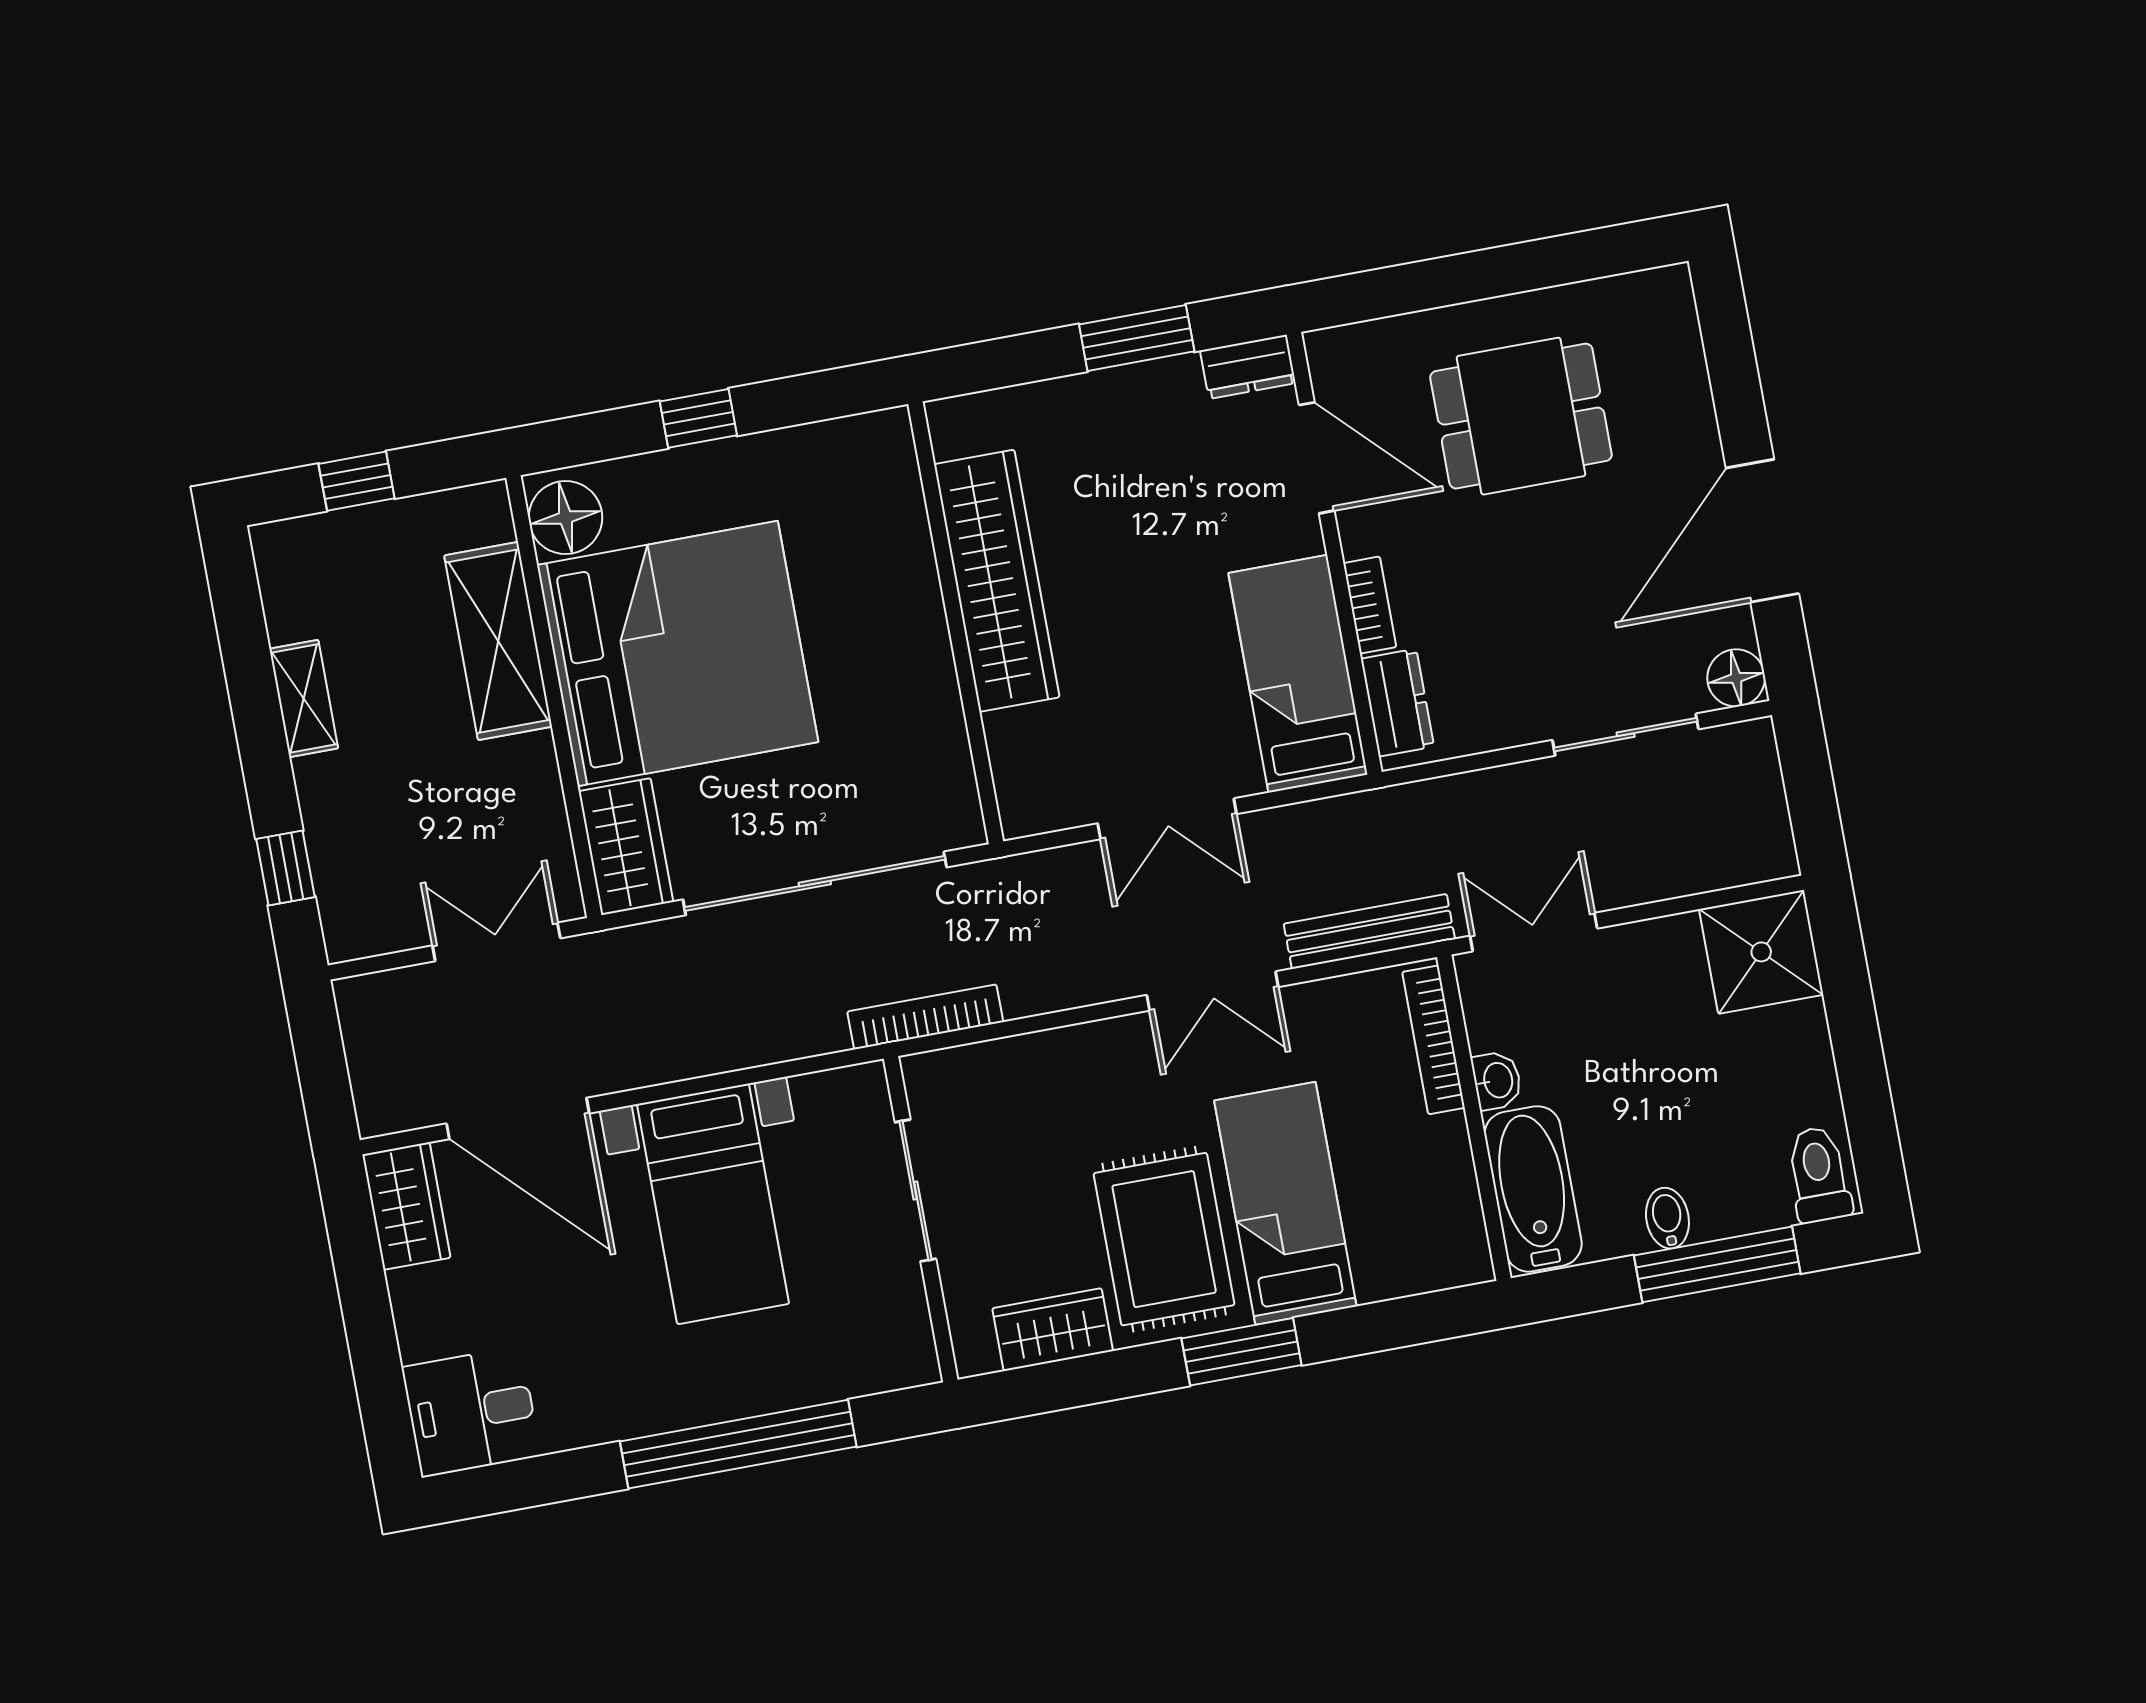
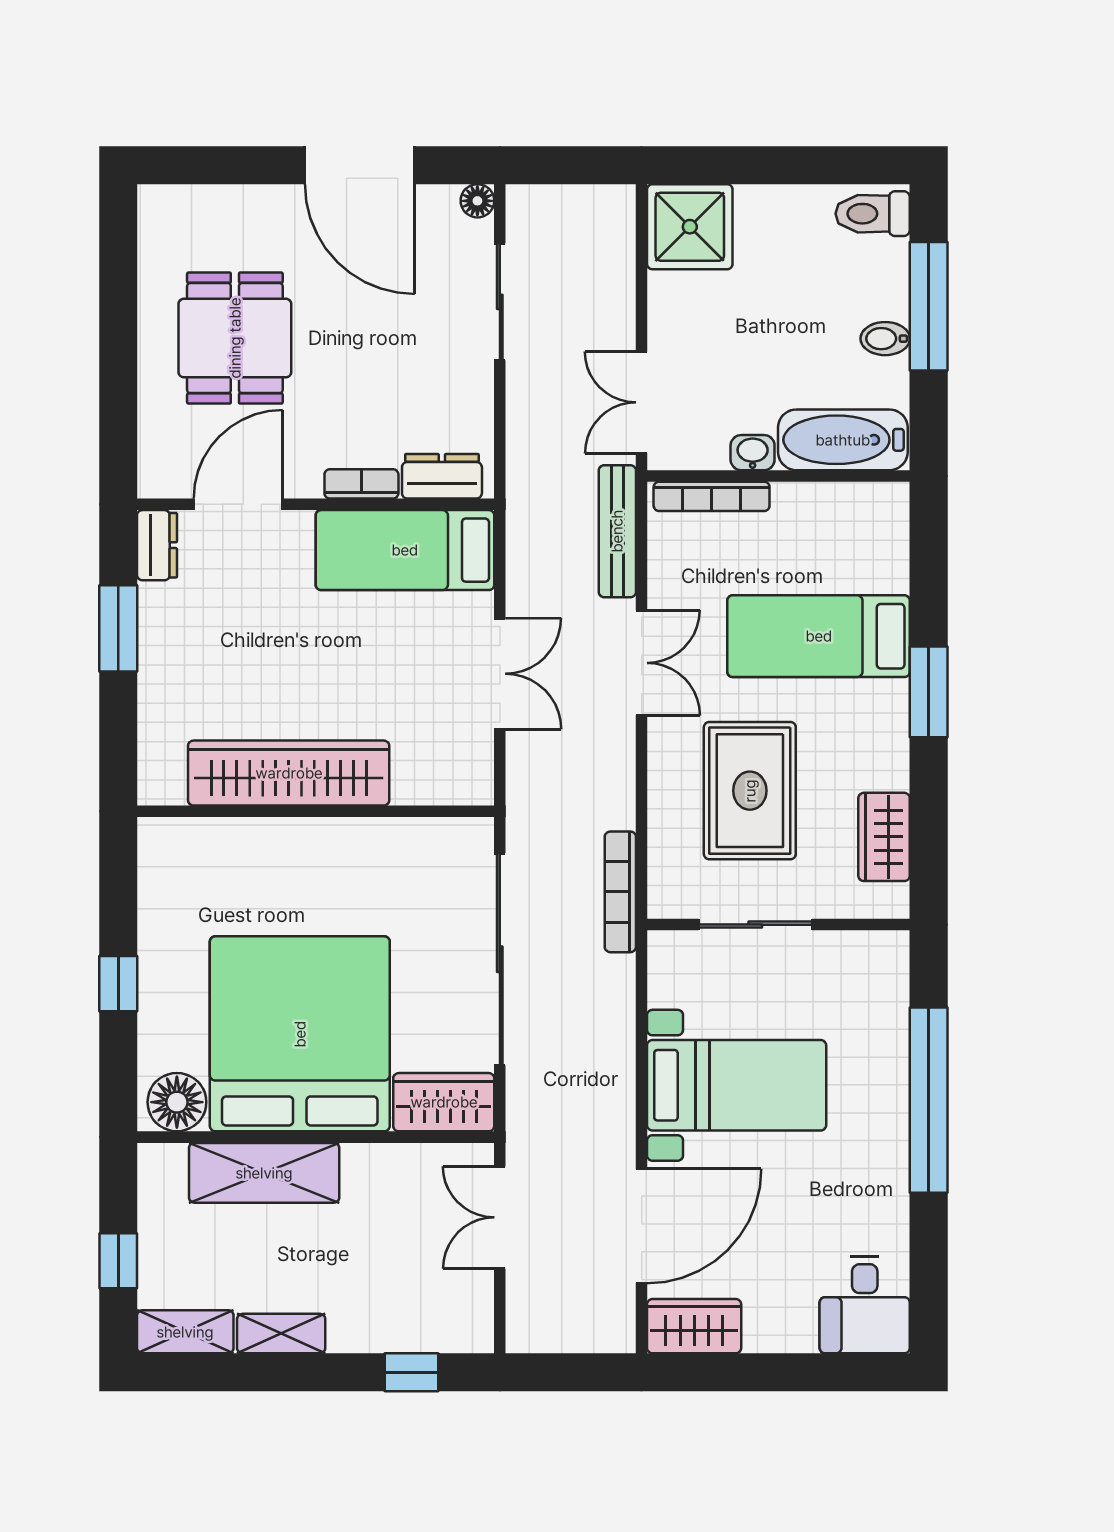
shelving: (284, 580) -> (185, 1332), added
floor lamp: (1736, 678) -> (477, 201), width x0.73, depth x0.73
rug: (1164, 1239) -> (750, 791), moved, turned 90

